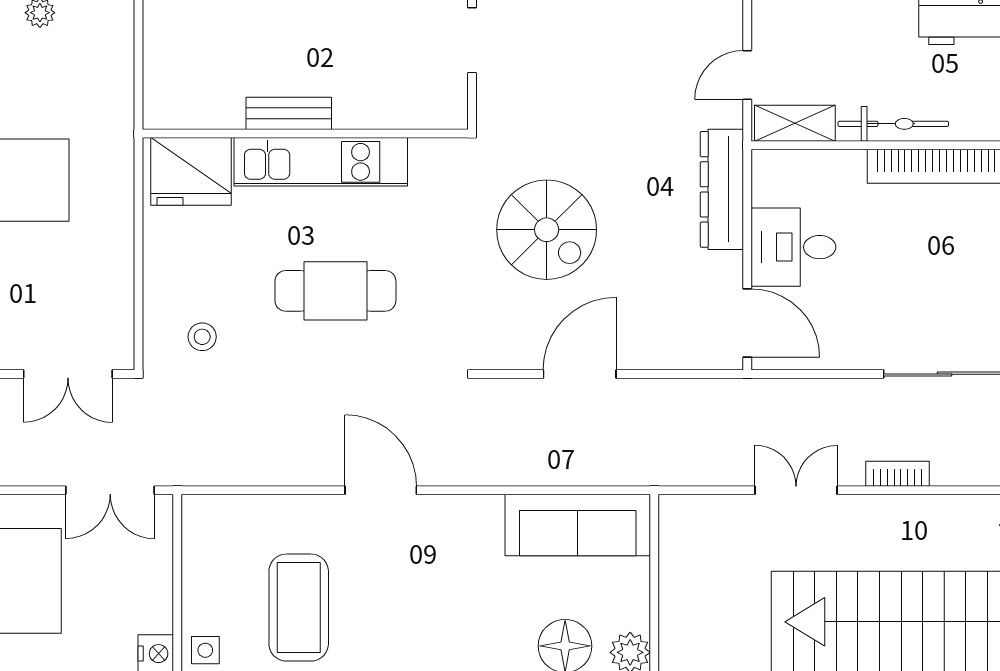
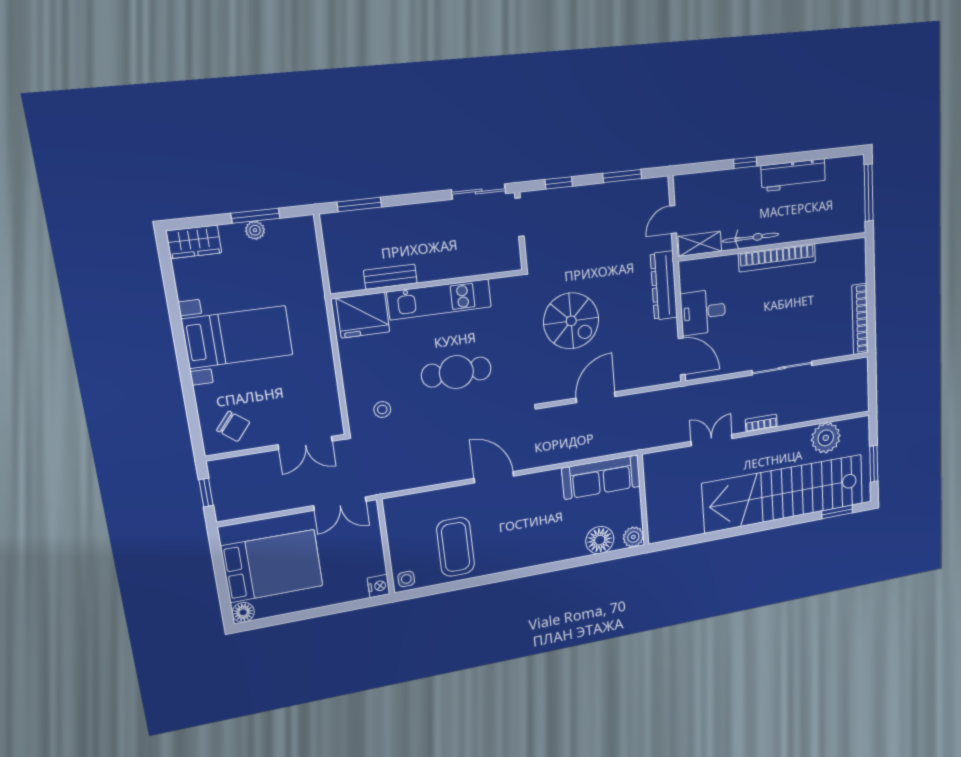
bench: (289, 113) -> (390, 277), moved

